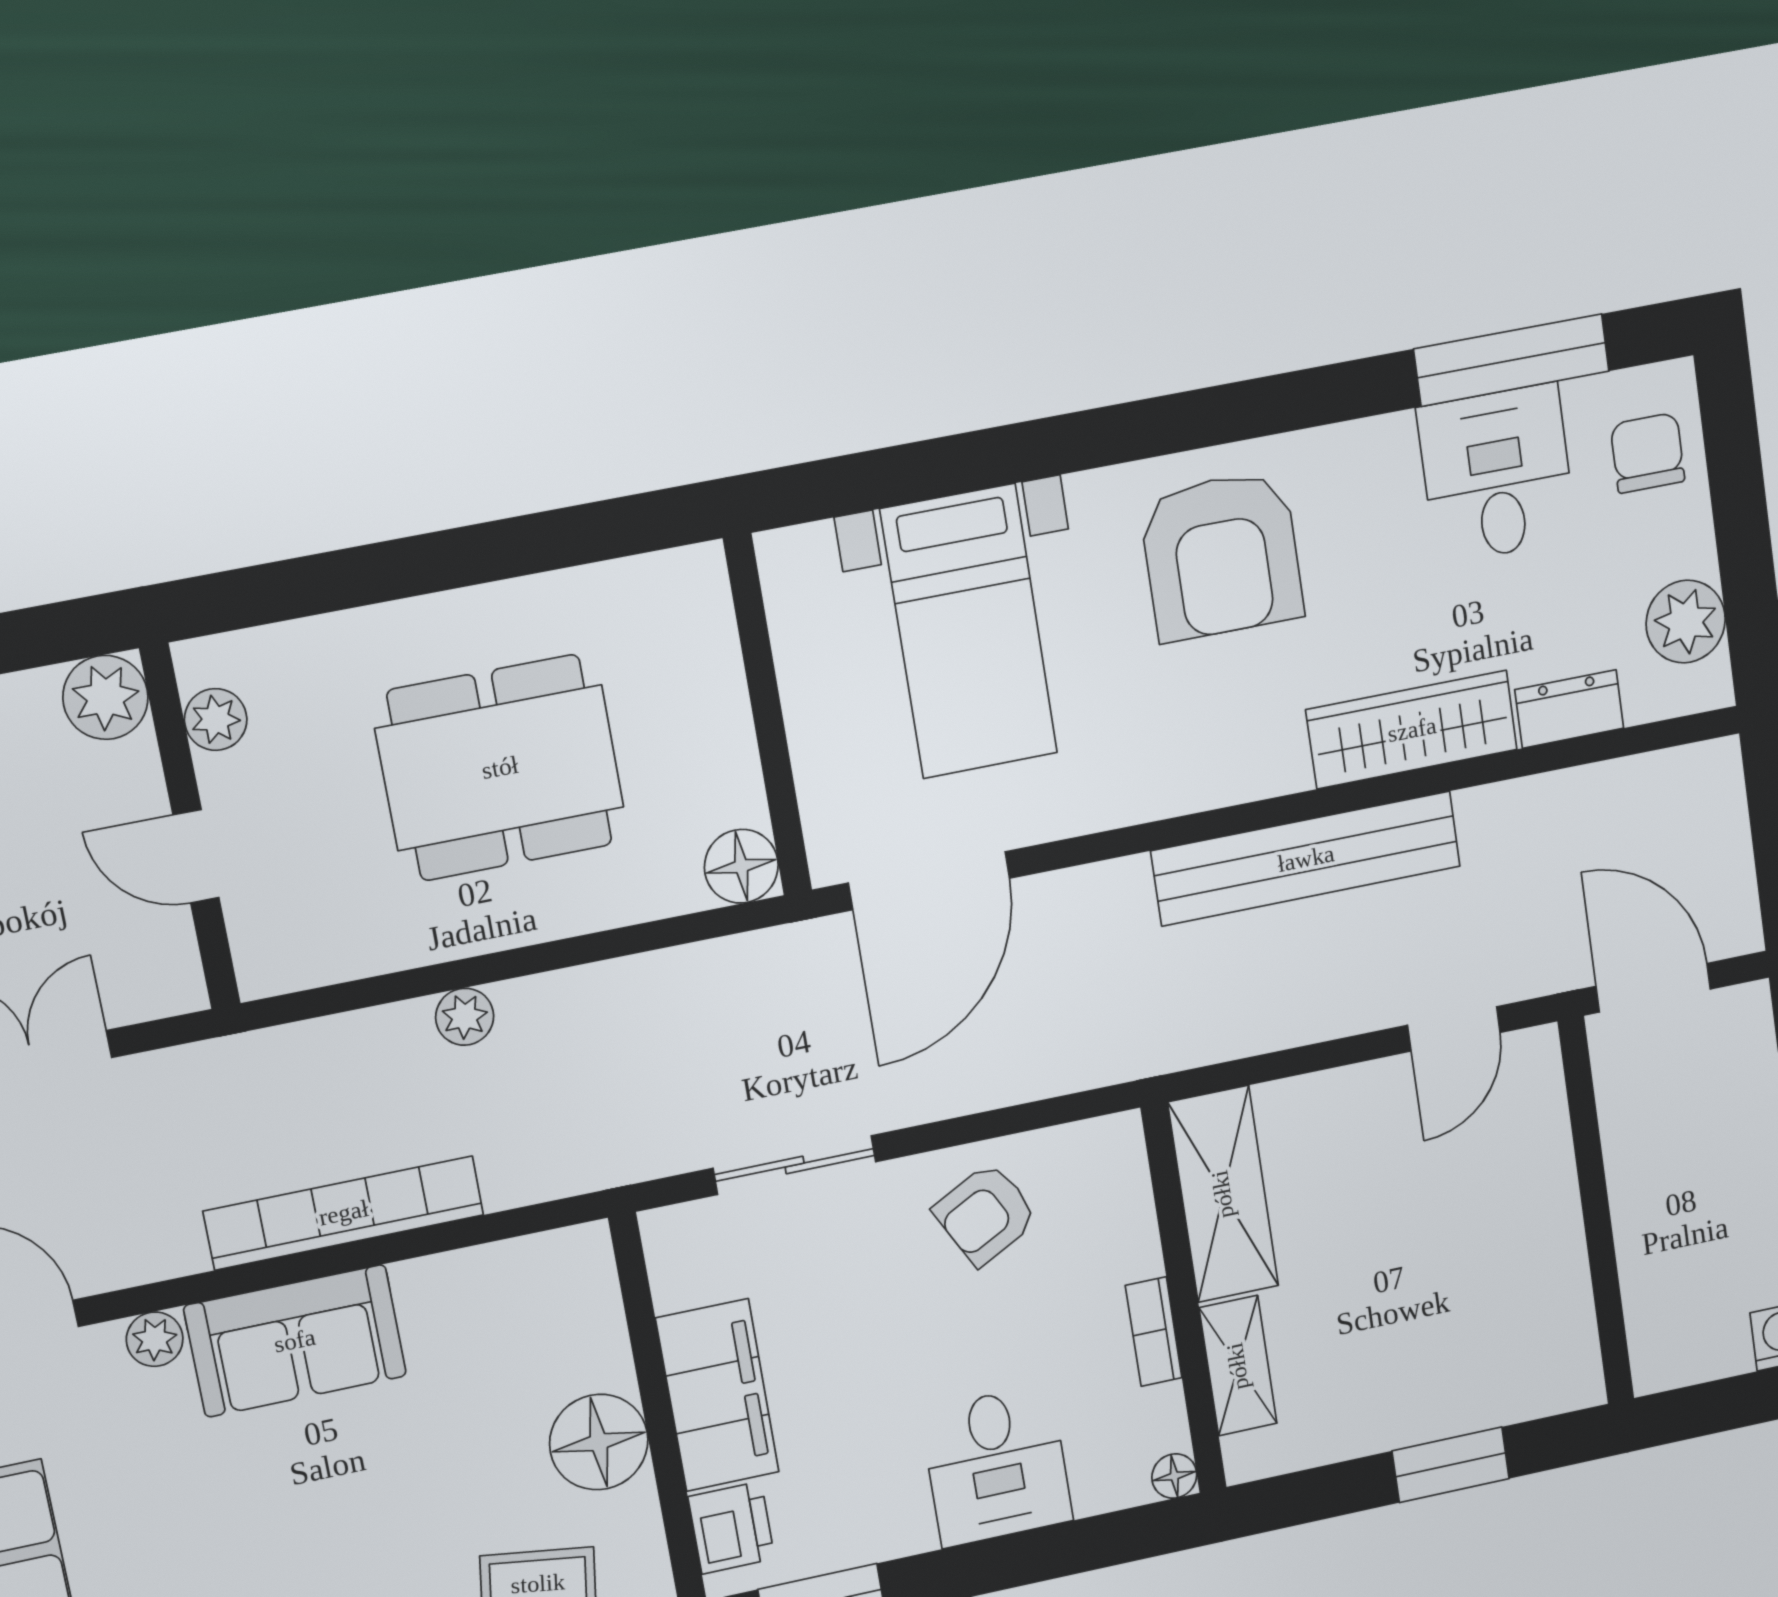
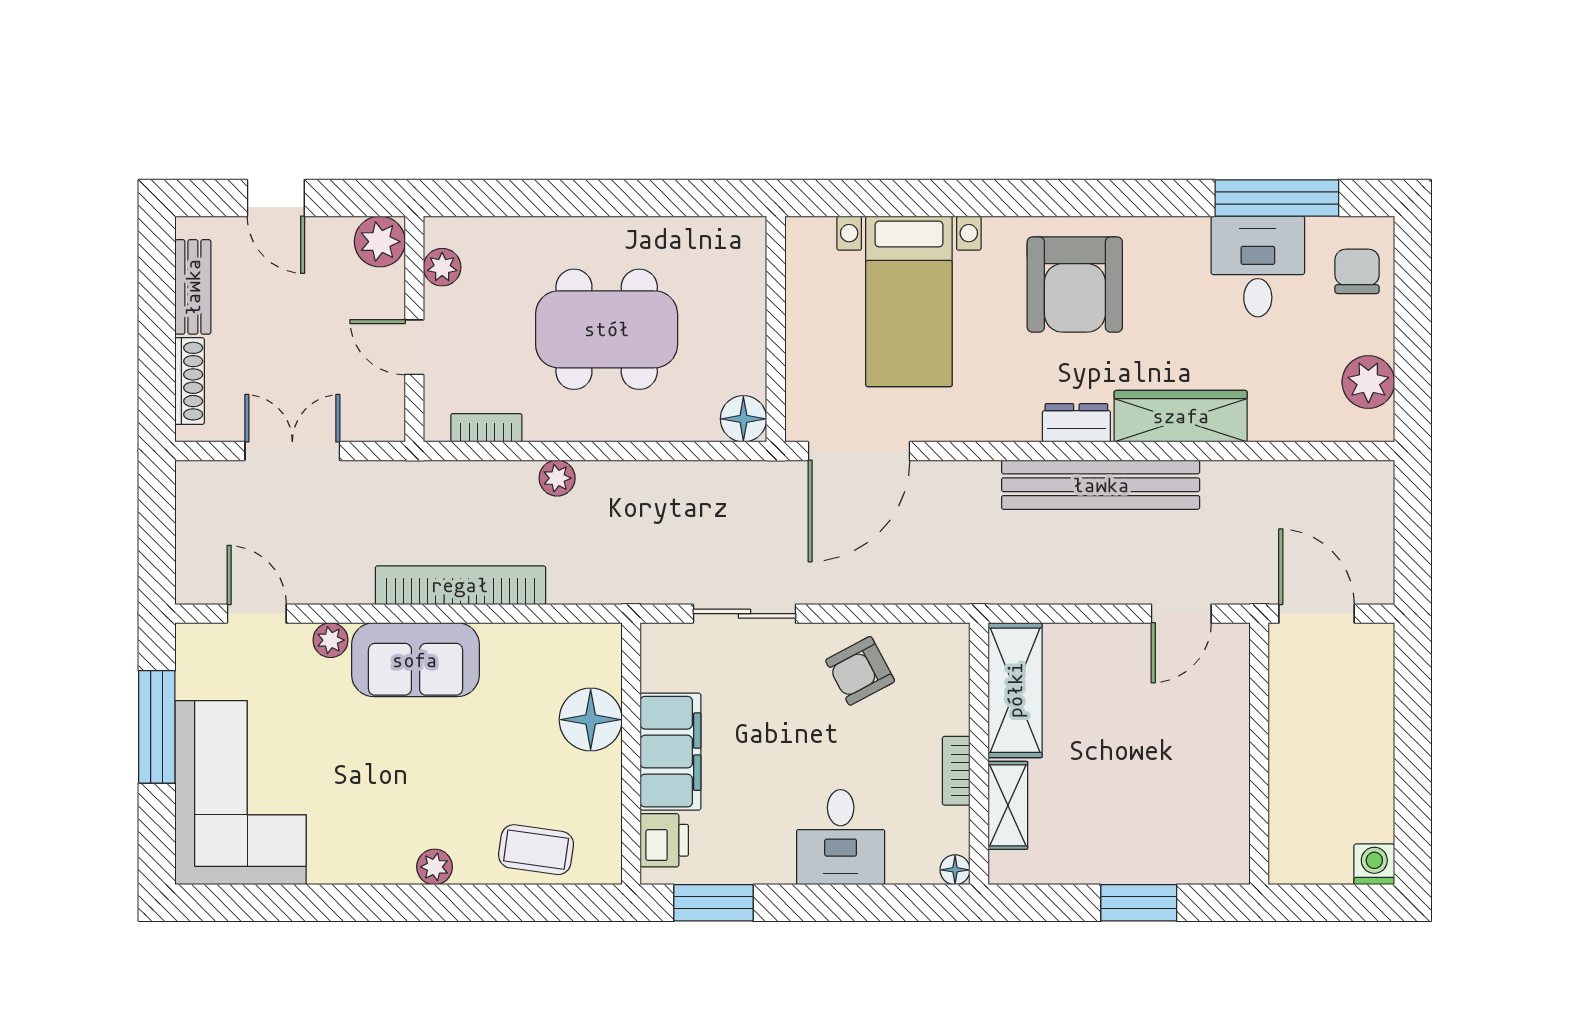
dresser: (1569, 709) -> (1076, 423), moved
bookcase: (337, 961) -> (486, 428), added
floor lamp: (599, 1442) -> (591, 720), moved

